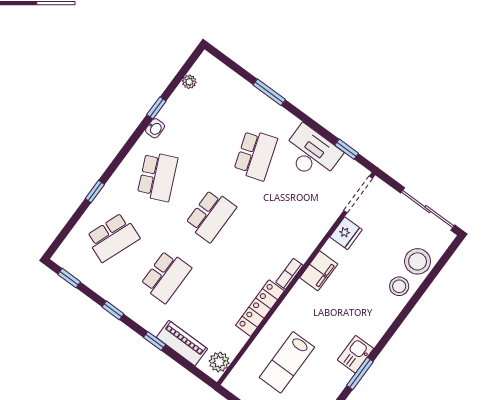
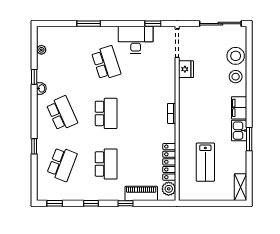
filing cabinet: (319, 271) -> (239, 108), moved, turned 180
locker: (260, 308) -> (169, 162), moved

